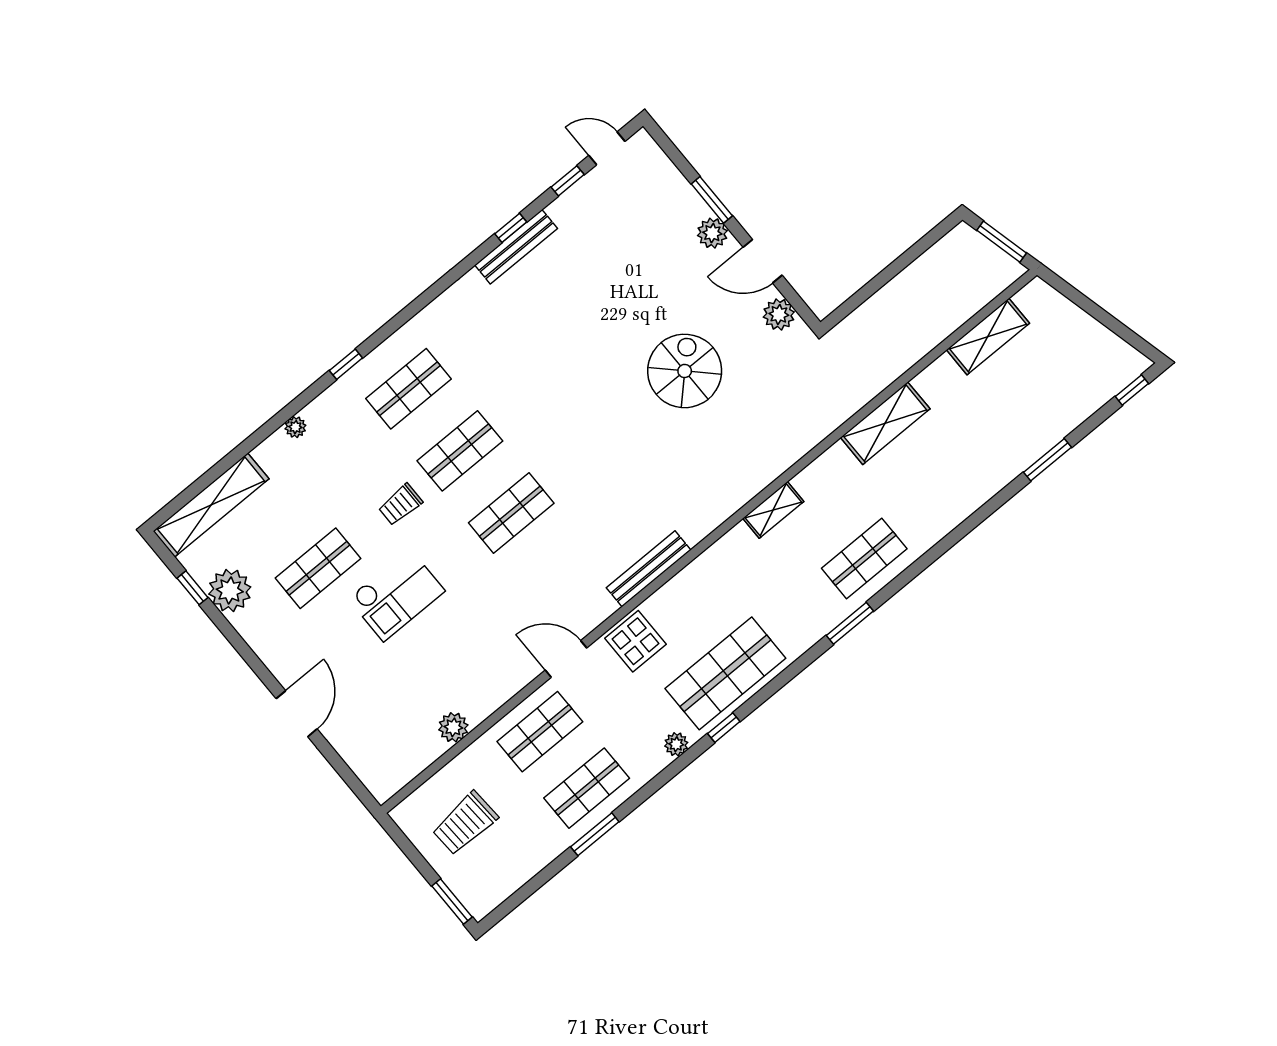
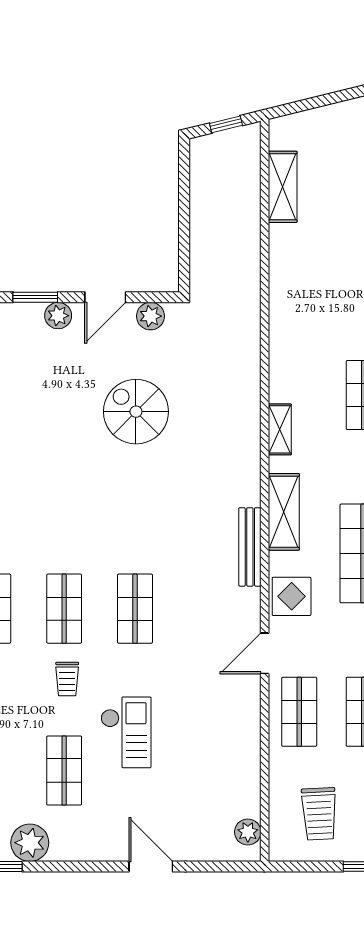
window: (1002, 242) -> (226, 124), width x0.67
shelving: (885, 423) -> (284, 512), moved
plant: (453, 727) -> (248, 832), moved

